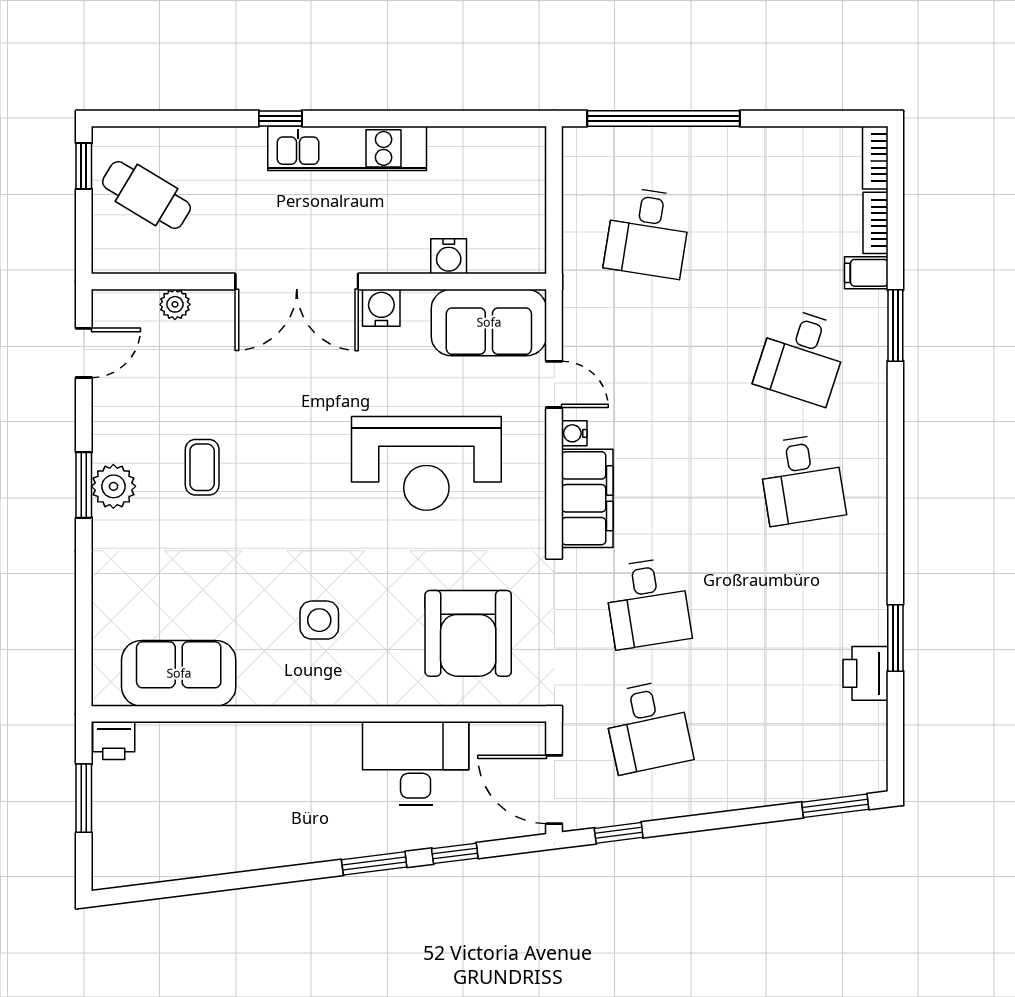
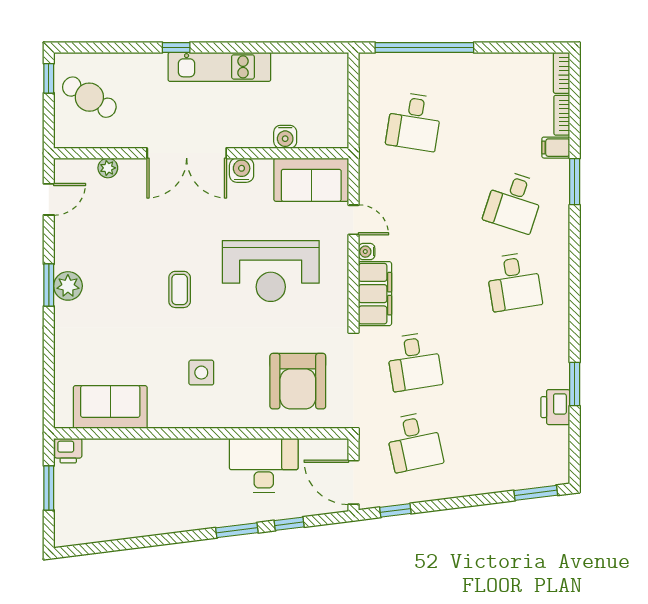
coffee table: (202, 467) -> (180, 289), moved

